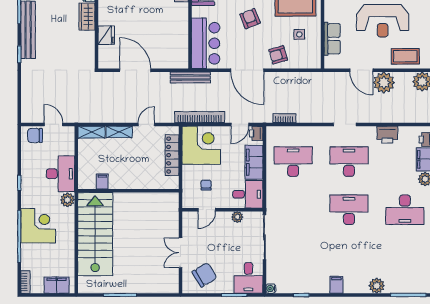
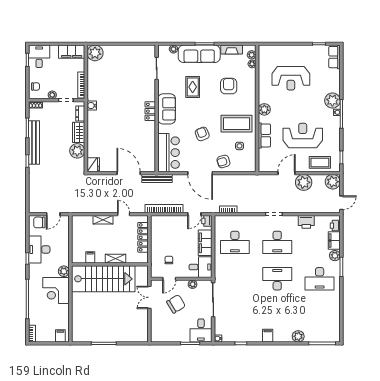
reception desk: (383, 21) -> (303, 136), turned 180
fridge: (106, 35) -> (93, 165), moved
row of seats: (332, 39) -> (264, 136), moved
plant: (85, 41) -> (77, 151), added
door: (135, 70) -> (129, 173), moved
door: (361, 70) -> (287, 173), swing flipped
door: (53, 124) -> (53, 214), swing flipped
door: (146, 124) -> (124, 214), hinge flipped
shelving: (92, 132) -> (116, 259), moved
corner desk: (201, 145) -> (165, 230), removed
desk: (293, 162) -> (235, 242), turned 180
desk: (349, 162) -> (277, 242), turned 180
desk: (60, 174) -> (39, 249), moved, turned 180
corner desk: (38, 226) -> (56, 291), moved, turned 180
stairs: (95, 234) -> (103, 279), moved, turned 90
double door: (180, 253) -> (149, 297), moved
chair: (204, 275) -> (176, 304), moved
filing cabinet: (57, 285) -> (60, 336), width x0.50

